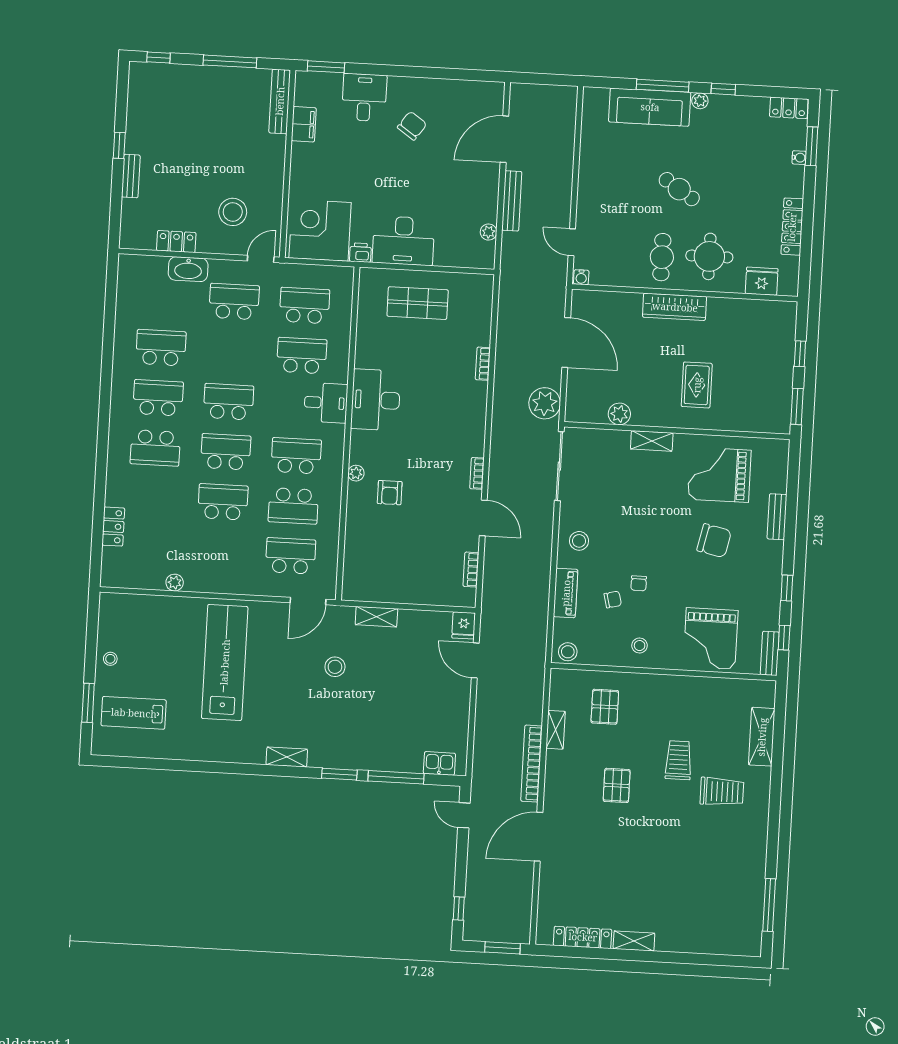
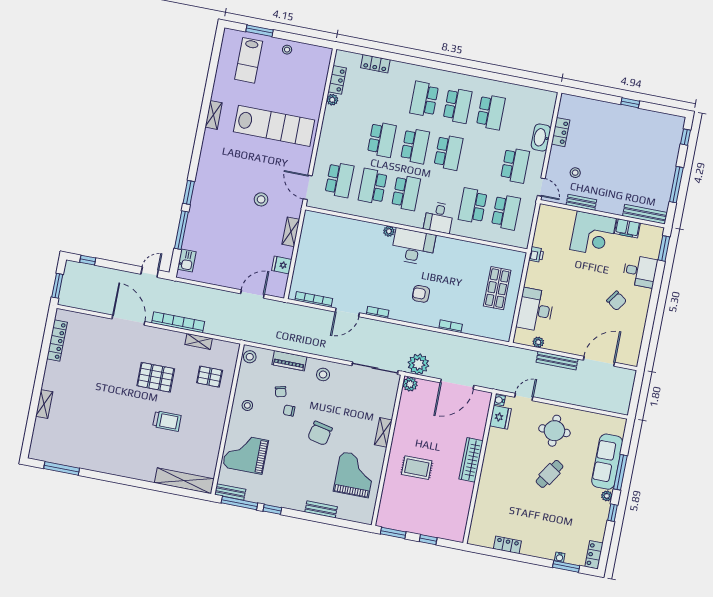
door: (504, 139) -> (599, 361), hinge flipped
bench: (131, 176) -> (581, 202), moved
stool: (233, 212) -> (575, 173), width x0.53, depth x0.53
locker: (792, 227) -> (507, 545), width x0.66
corner desk: (320, 230) -> (593, 234), moved, turned 90
desk: (403, 241) -> (535, 310), moved
round table: (709, 256) -> (554, 431), moved
cafe table: (662, 257) -> (506, 456), removed
fridge: (762, 281) -> (500, 417), moved
school desk: (302, 356) -> (473, 206), turned 180
desk: (376, 400) -> (413, 247), moved
plant: (619, 414) -> (410, 384), moved
armchair: (390, 493) -> (421, 294), moved
chair: (714, 541) -> (320, 433), moved
bookcase: (471, 570) -> (314, 299), width x1.56
locker: (145, 579) -> (337, 80), added
fridge: (464, 625) -> (282, 265), moved
window: (784, 638) -> (239, 503), width x2.17
lab bench: (134, 713) -> (249, 60), turned 180
shelving: (762, 737) -> (184, 481), width x1.47
shelving: (287, 757) -> (214, 115), moved
pallet: (617, 785) -> (156, 377), width x1.50, depth x1.42
trolley: (722, 792) -> (142, 447), removed
shelving: (634, 941) -> (44, 404), moved

